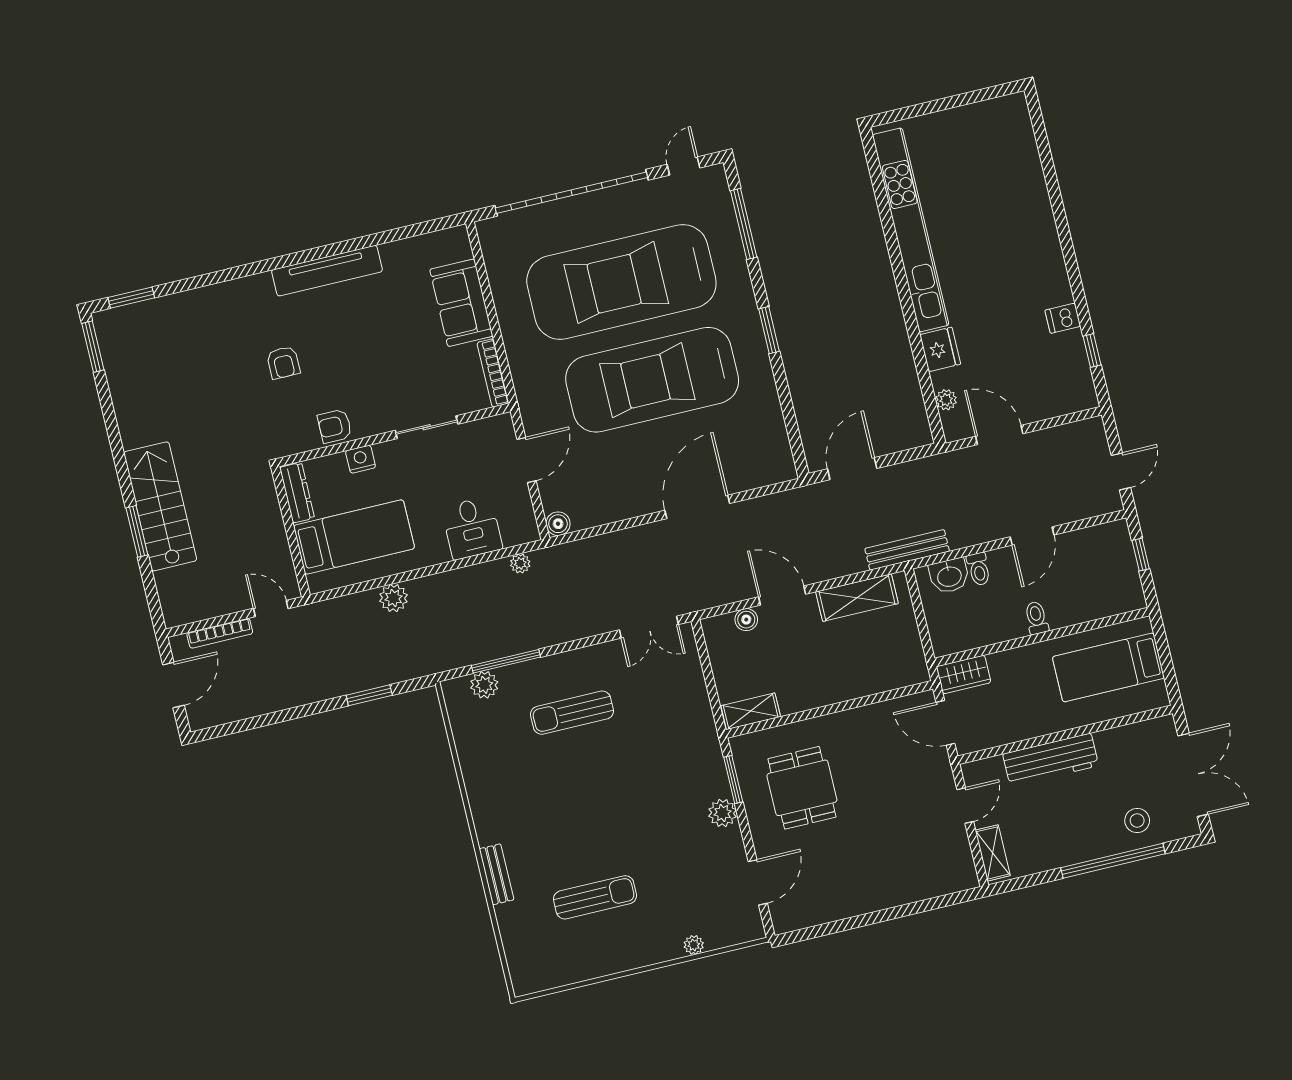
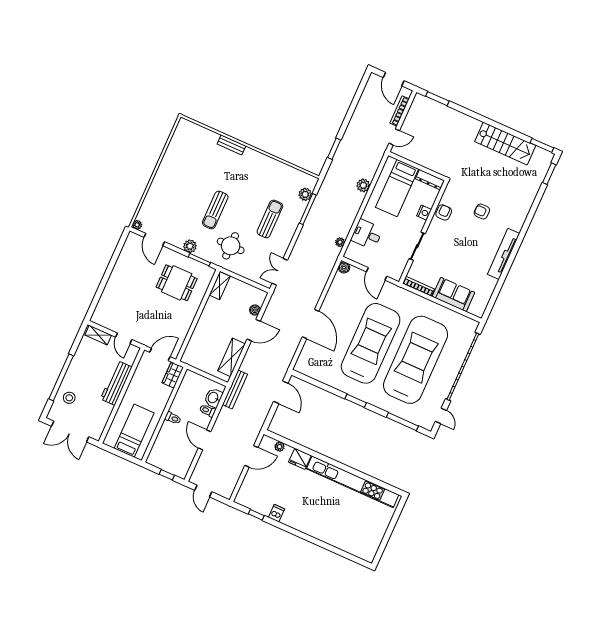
stairs: (160, 506) -> (505, 144), moved
window: (137, 531) -> (437, 99), moved
round table: (669, 744) -> (231, 246), added
sun lounger: (595, 897) -> (215, 210), moved
plant: (694, 945) -> (137, 225), moved

